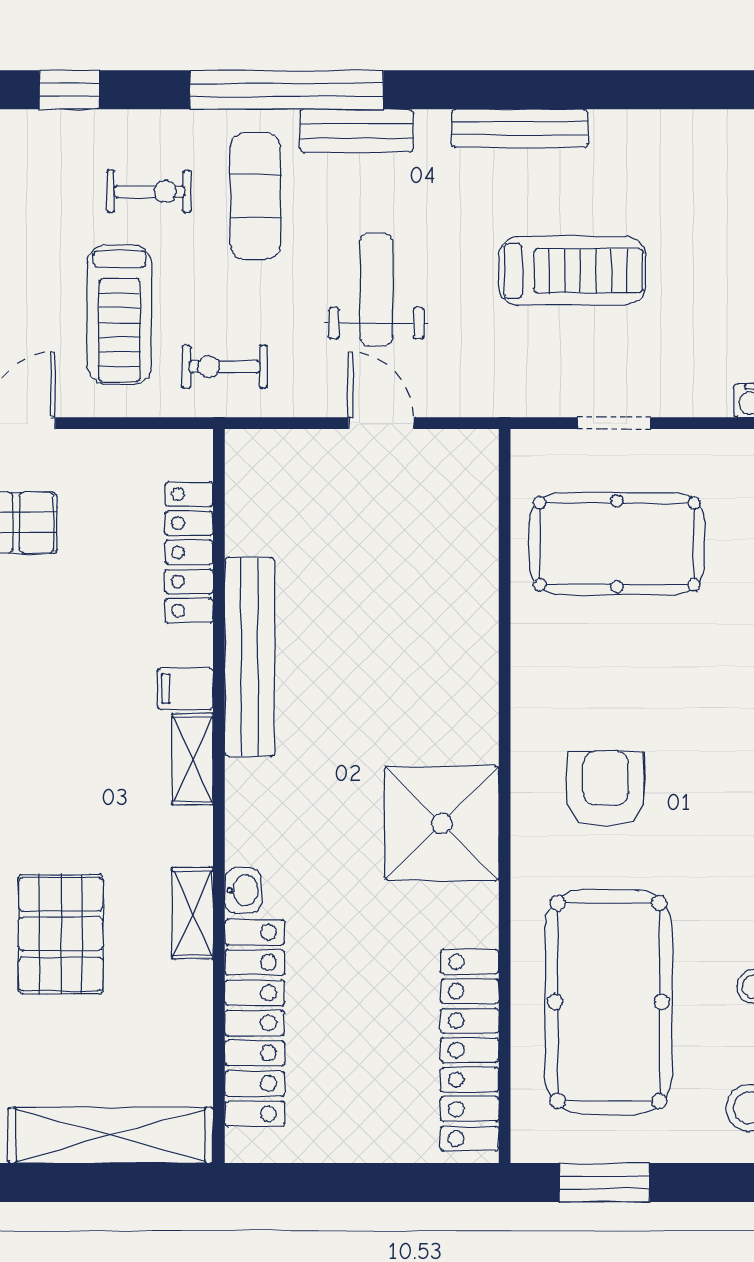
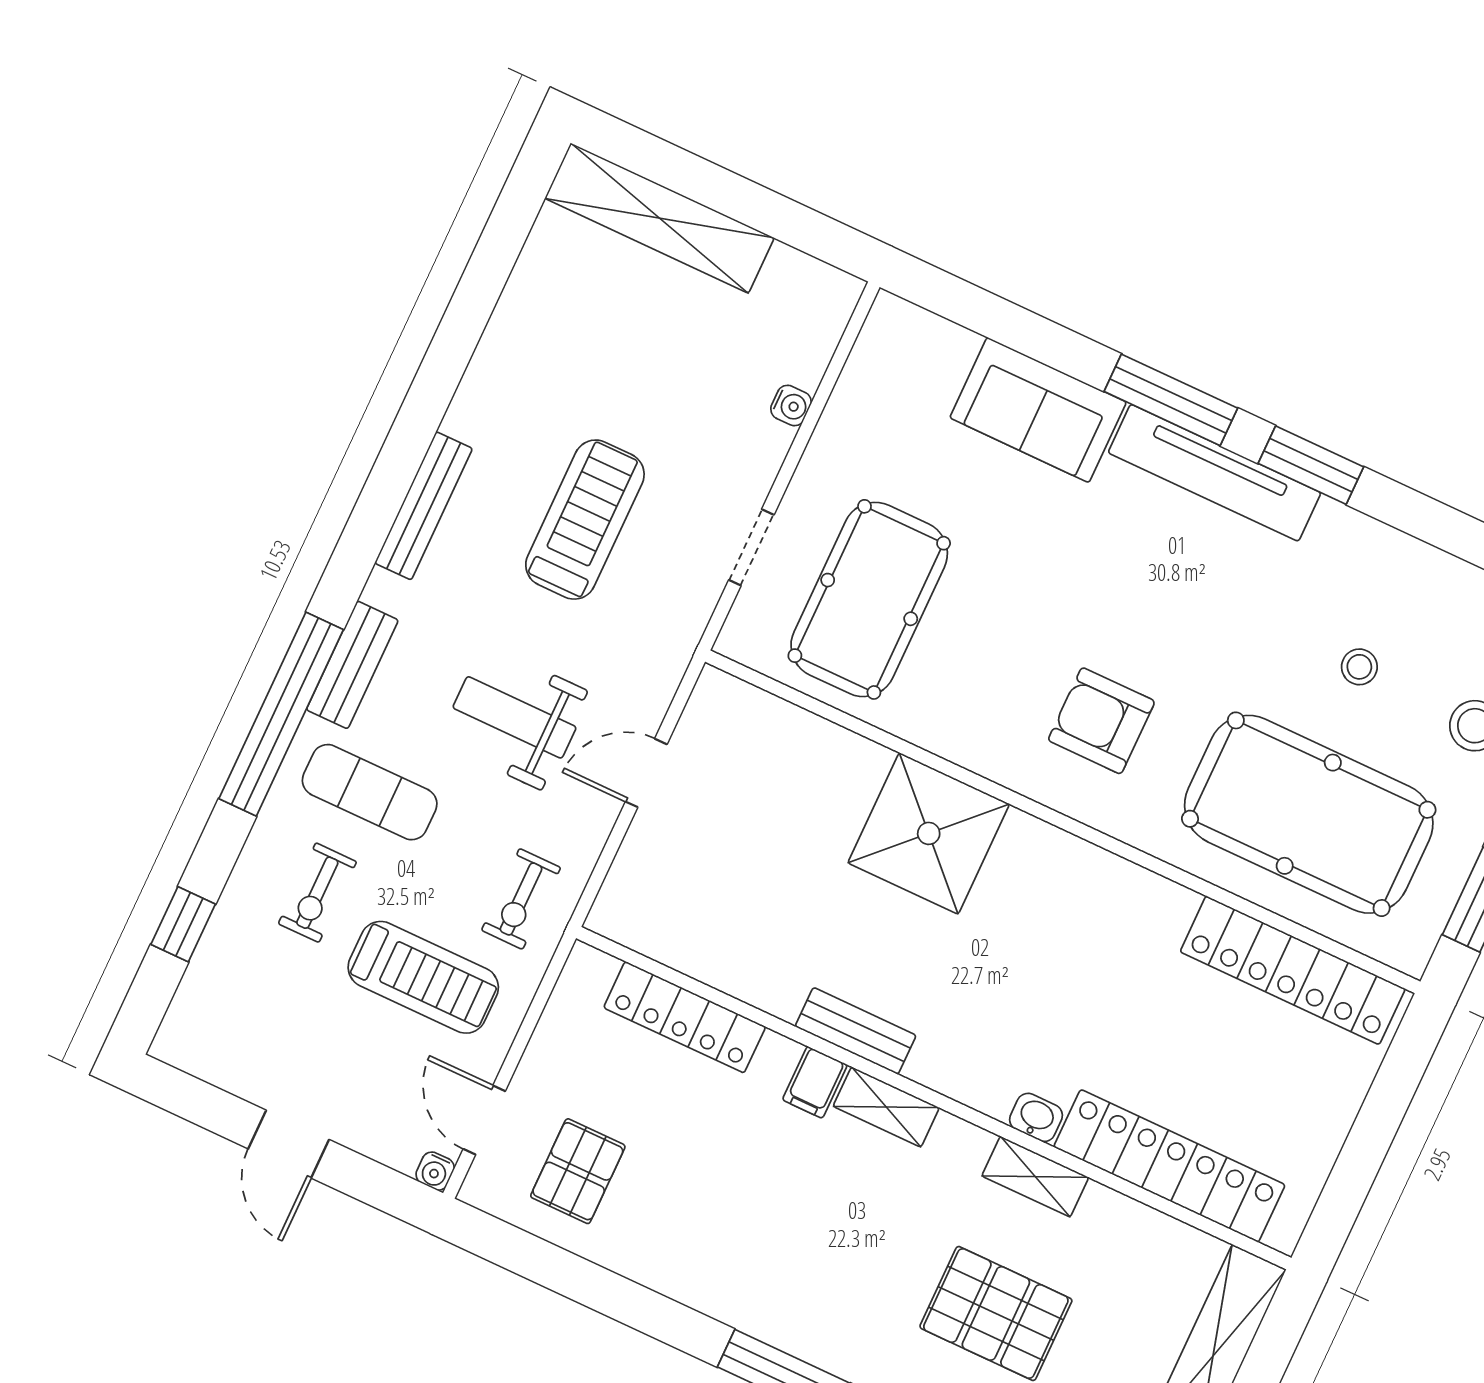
exercise bike: (149, 191) -> (317, 893), turned 180
bench: (249, 657) -> (856, 1031), width x0.54, depth x0.82
shower: (442, 823) -> (929, 833), moved

